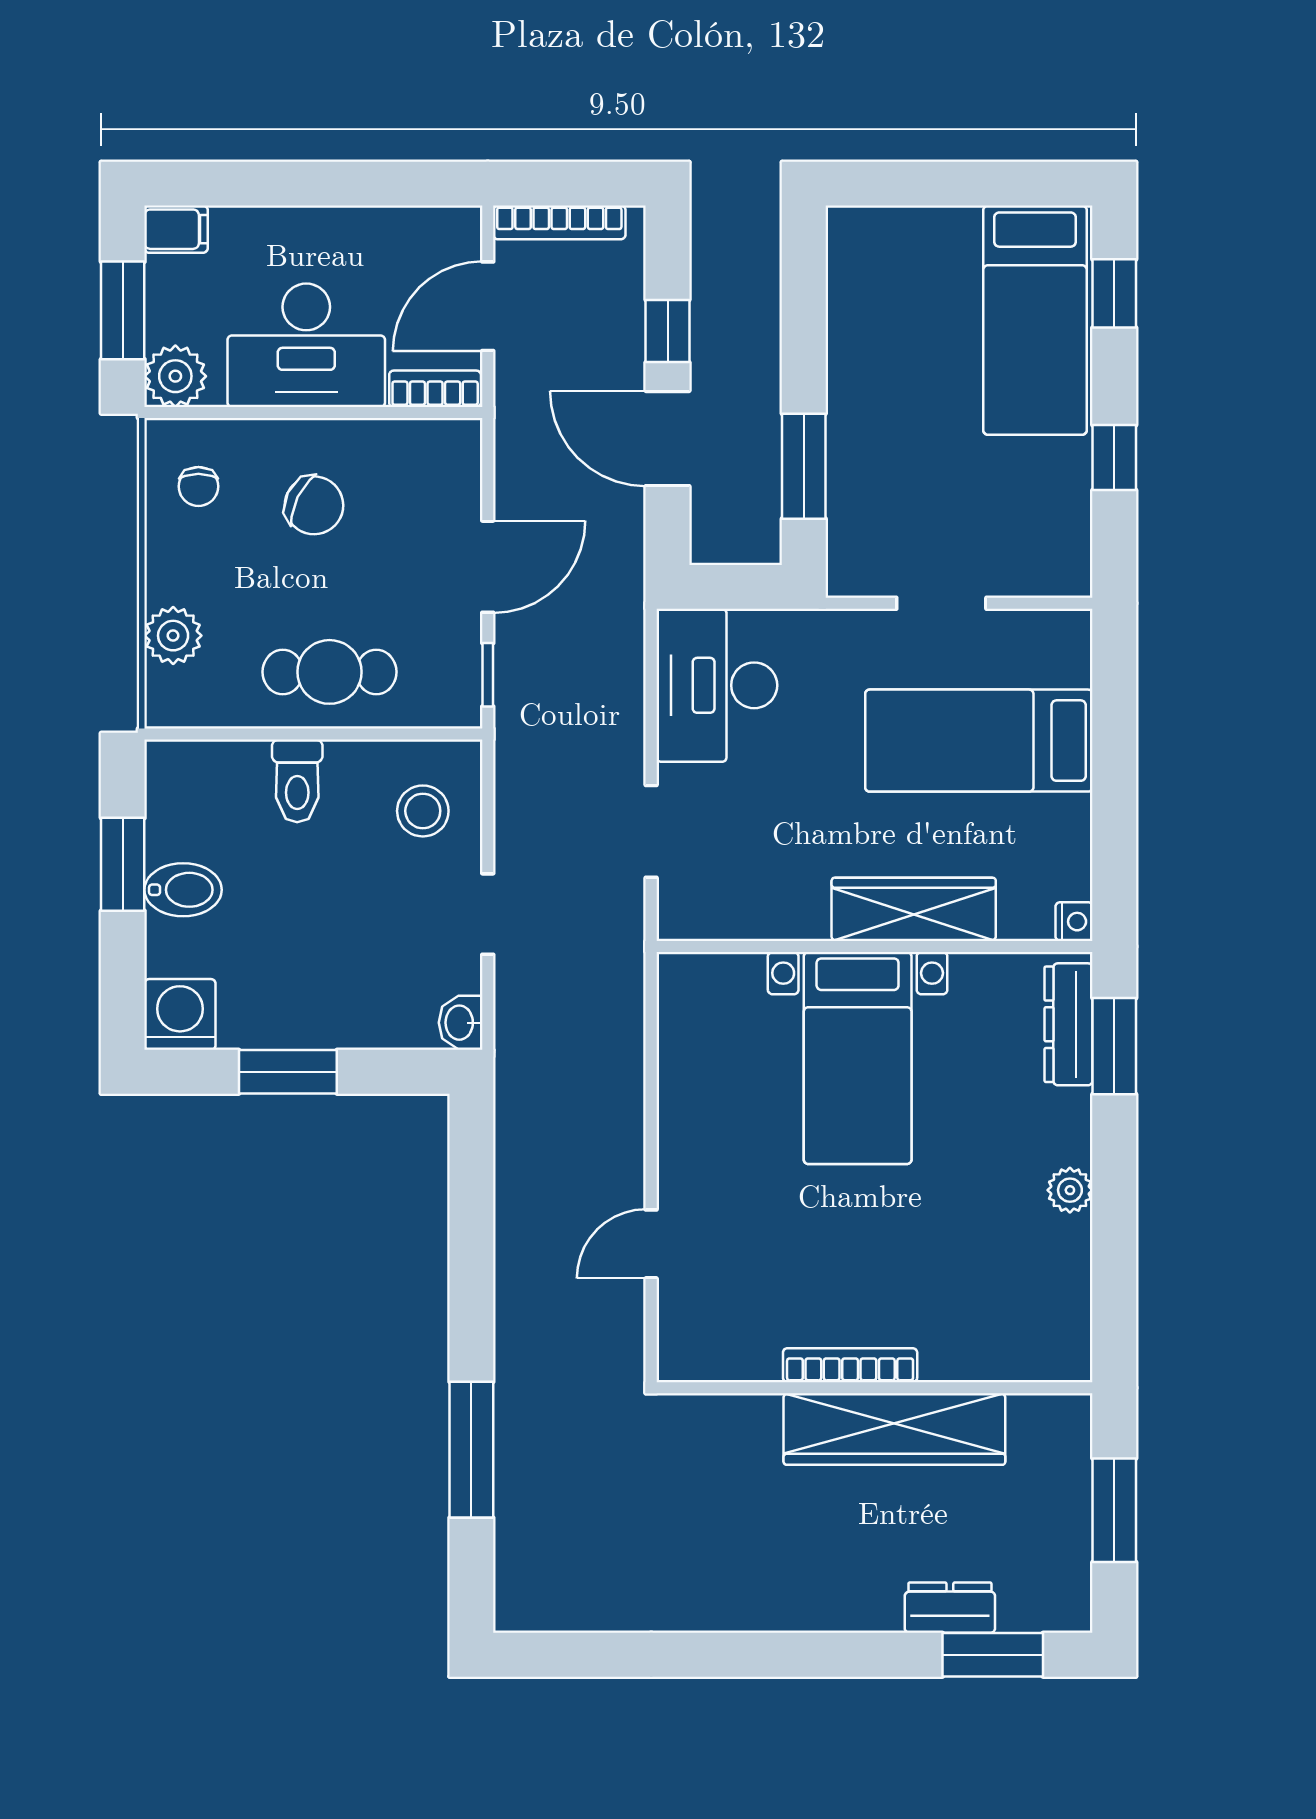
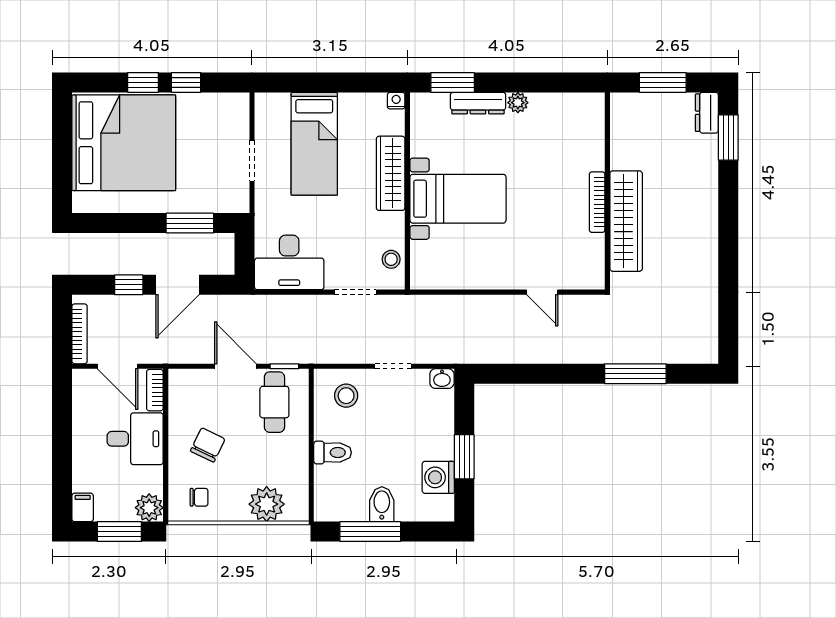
window: (1114, 293) -> (143, 82), moved
bed: (1035, 320) -> (124, 143), width x2.04
desk: (306, 345) -> (135, 439), width x0.73
plant: (173, 636) -> (267, 504), width x1.36, depth x1.36
cafe table: (329, 672) -> (274, 402), moved
window: (123, 864) -> (370, 532), width x1.44
stool: (724, 910) -> (391, 259), added
washing machine: (180, 1014) -> (438, 477), moved
dresser: (1069, 1024) -> (478, 103), moved
wardrobe: (894, 1429) -> (626, 221), moved
dresser: (950, 1608) -> (707, 113), moved

